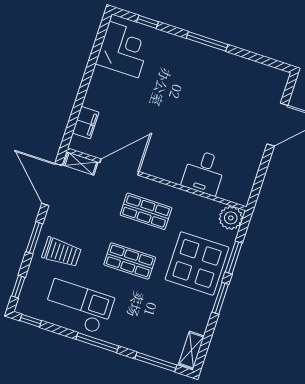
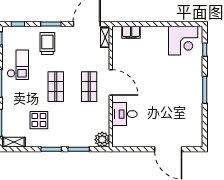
door: (119, 167) -> (111, 83), moved
trolley: (62, 252) -> (47, 43), turned 180
display table: (197, 263) -> (39, 120), moved, width x0.54, depth x0.54
checkout: (79, 307) -> (18, 65), width x0.73, depth x0.83

